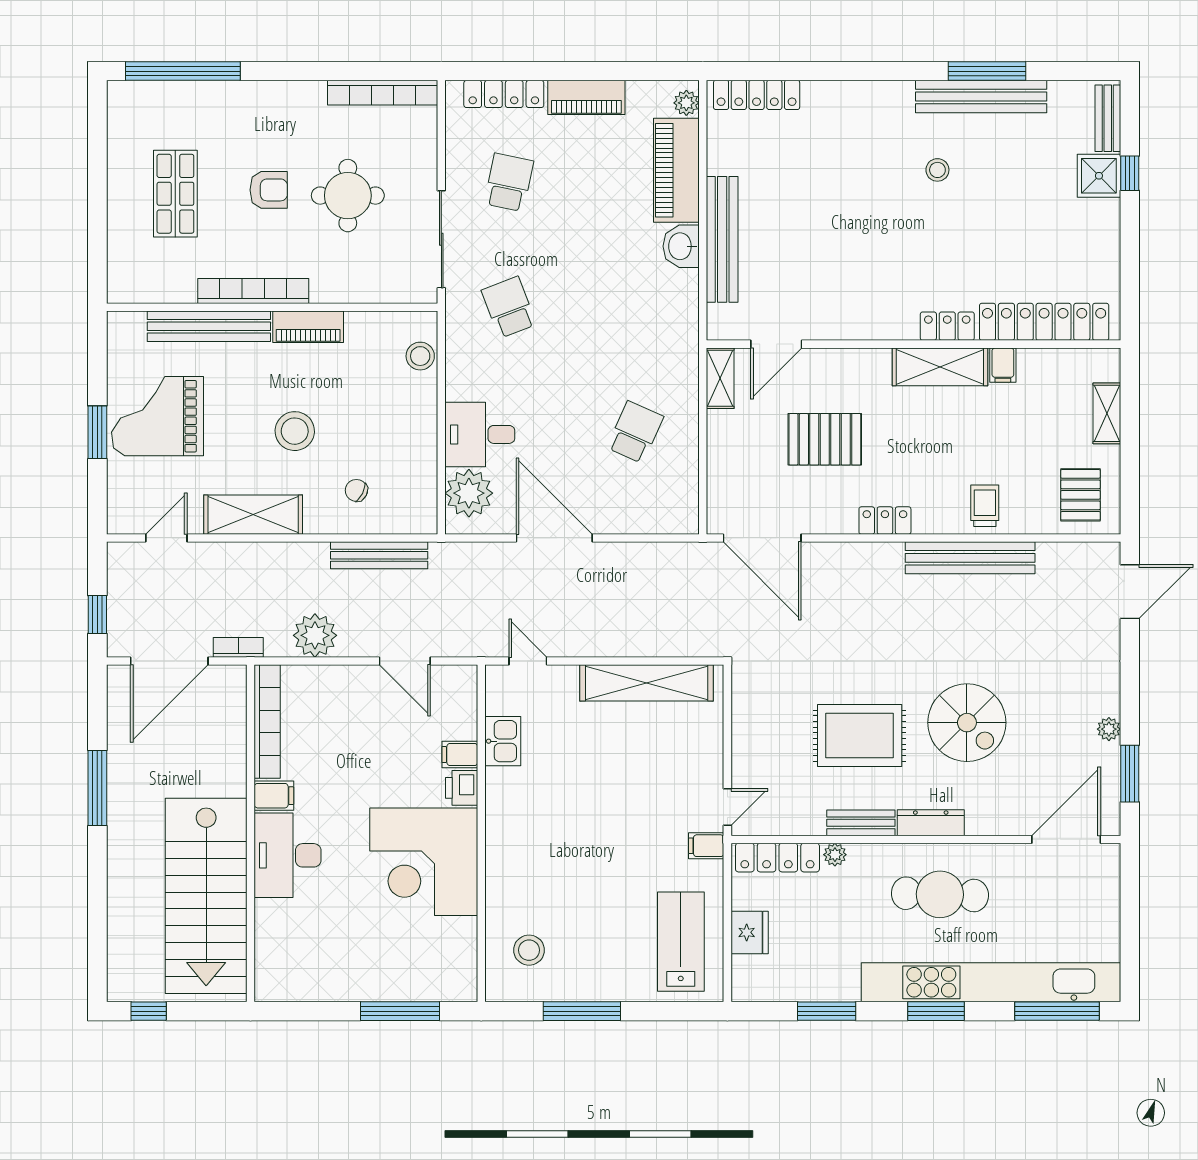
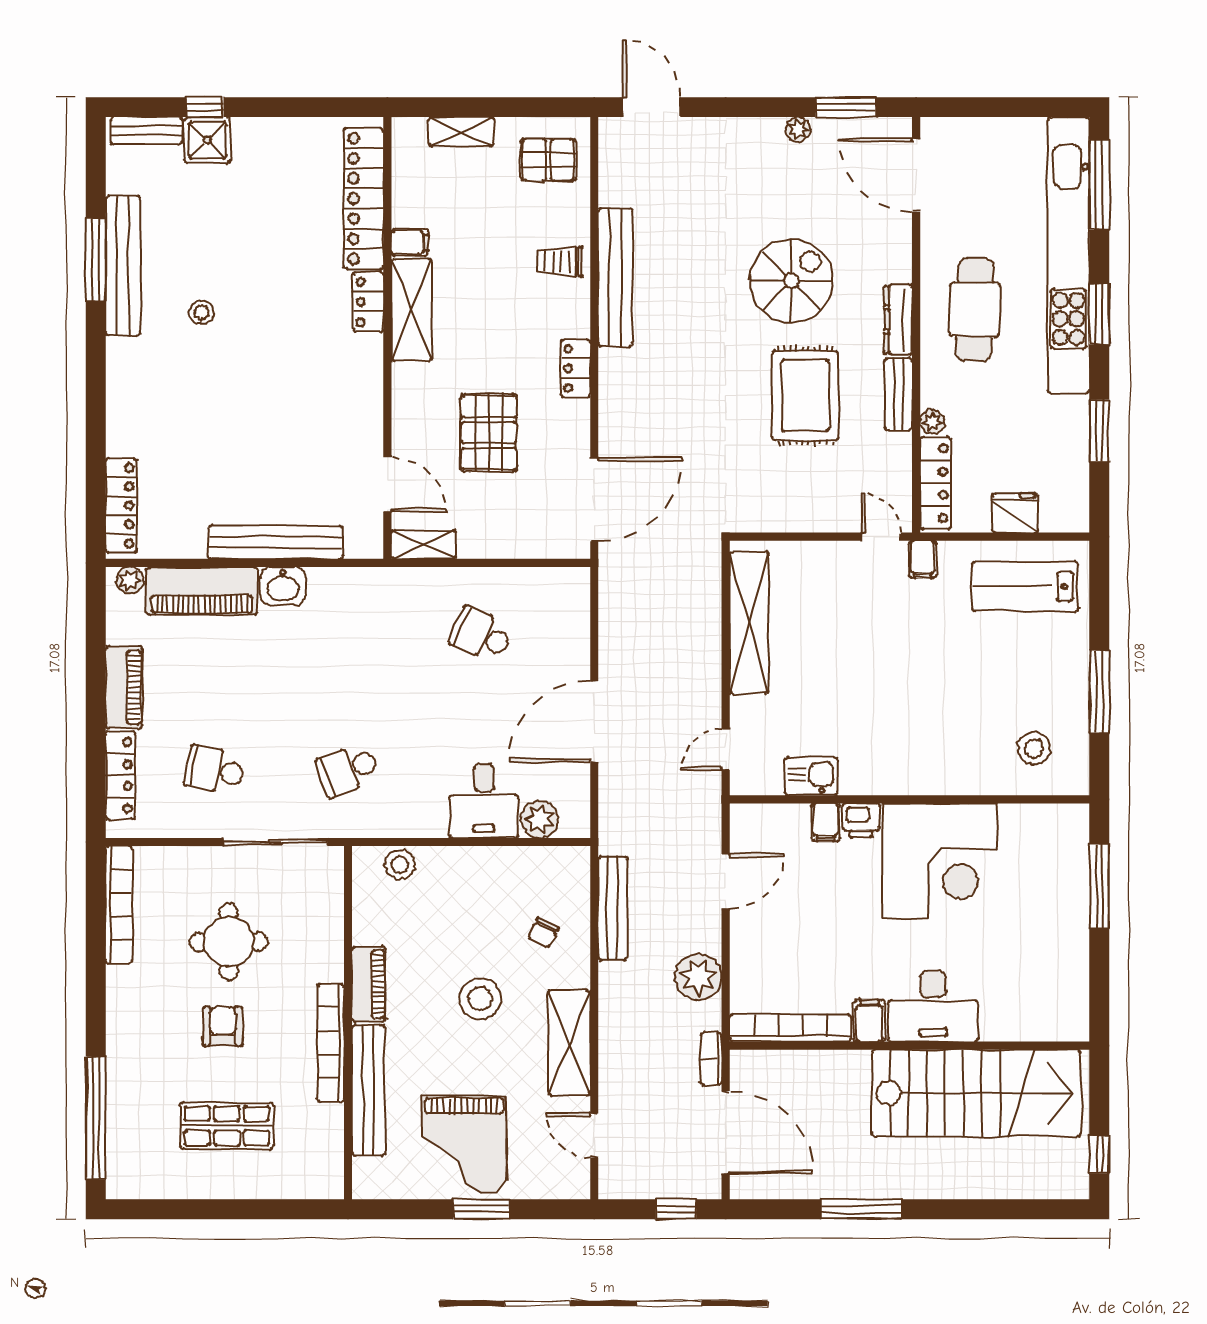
plant: (469, 493) -> (540, 819), width x0.73, depth x0.73

